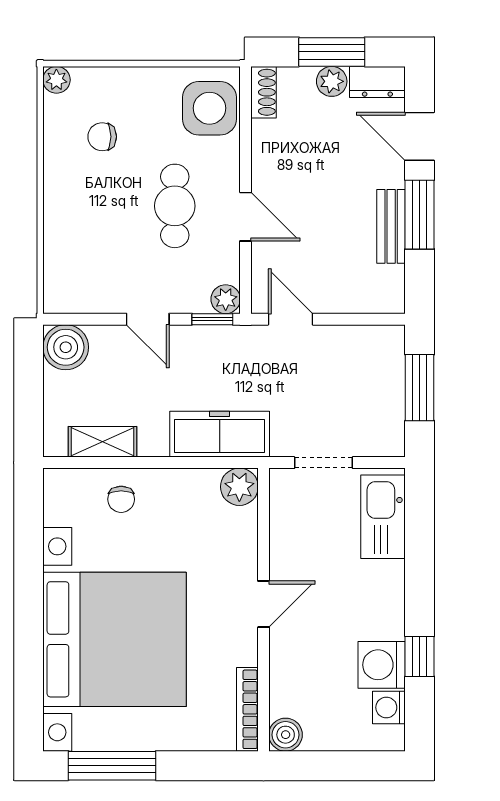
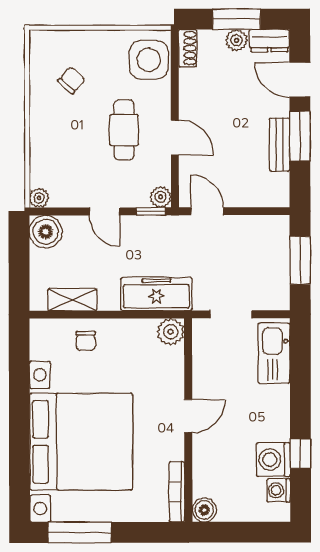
plant: (56, 80) -> (39, 198), moved
chair: (102, 137) -> (72, 80), turned 133

